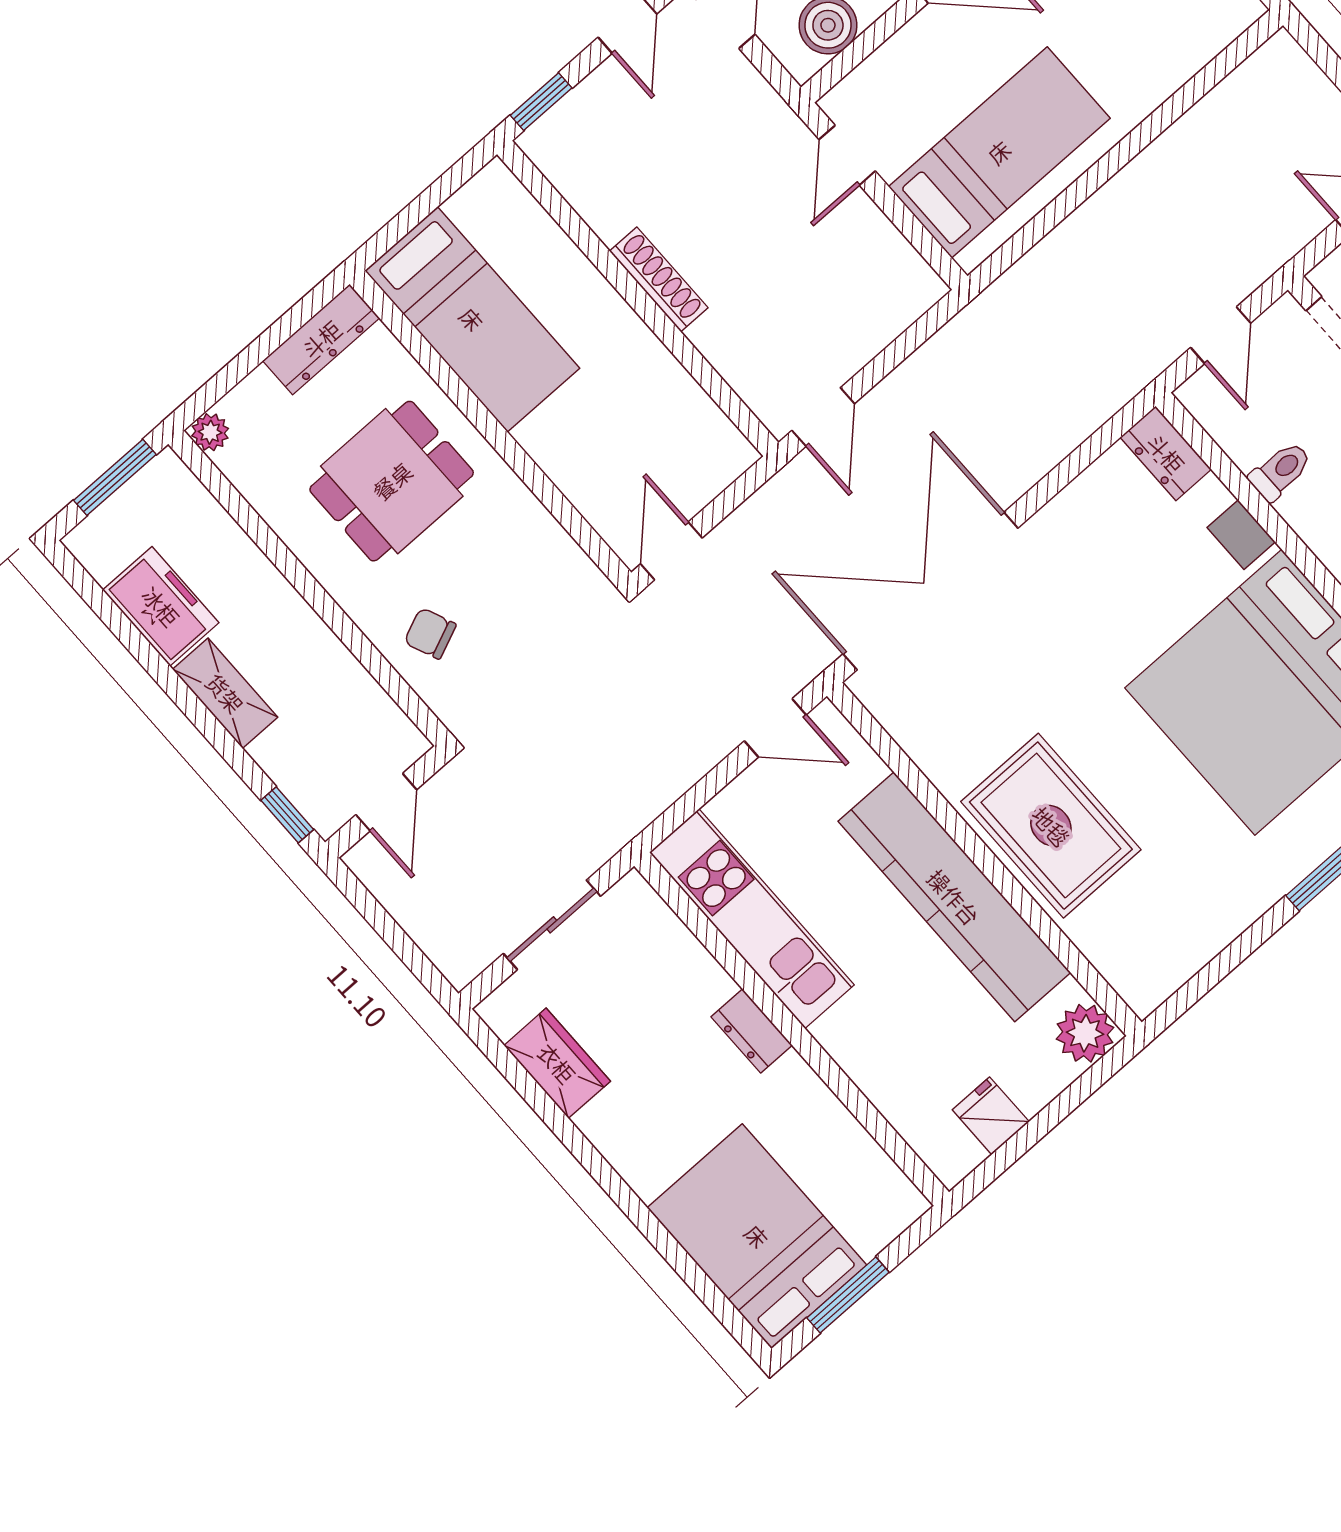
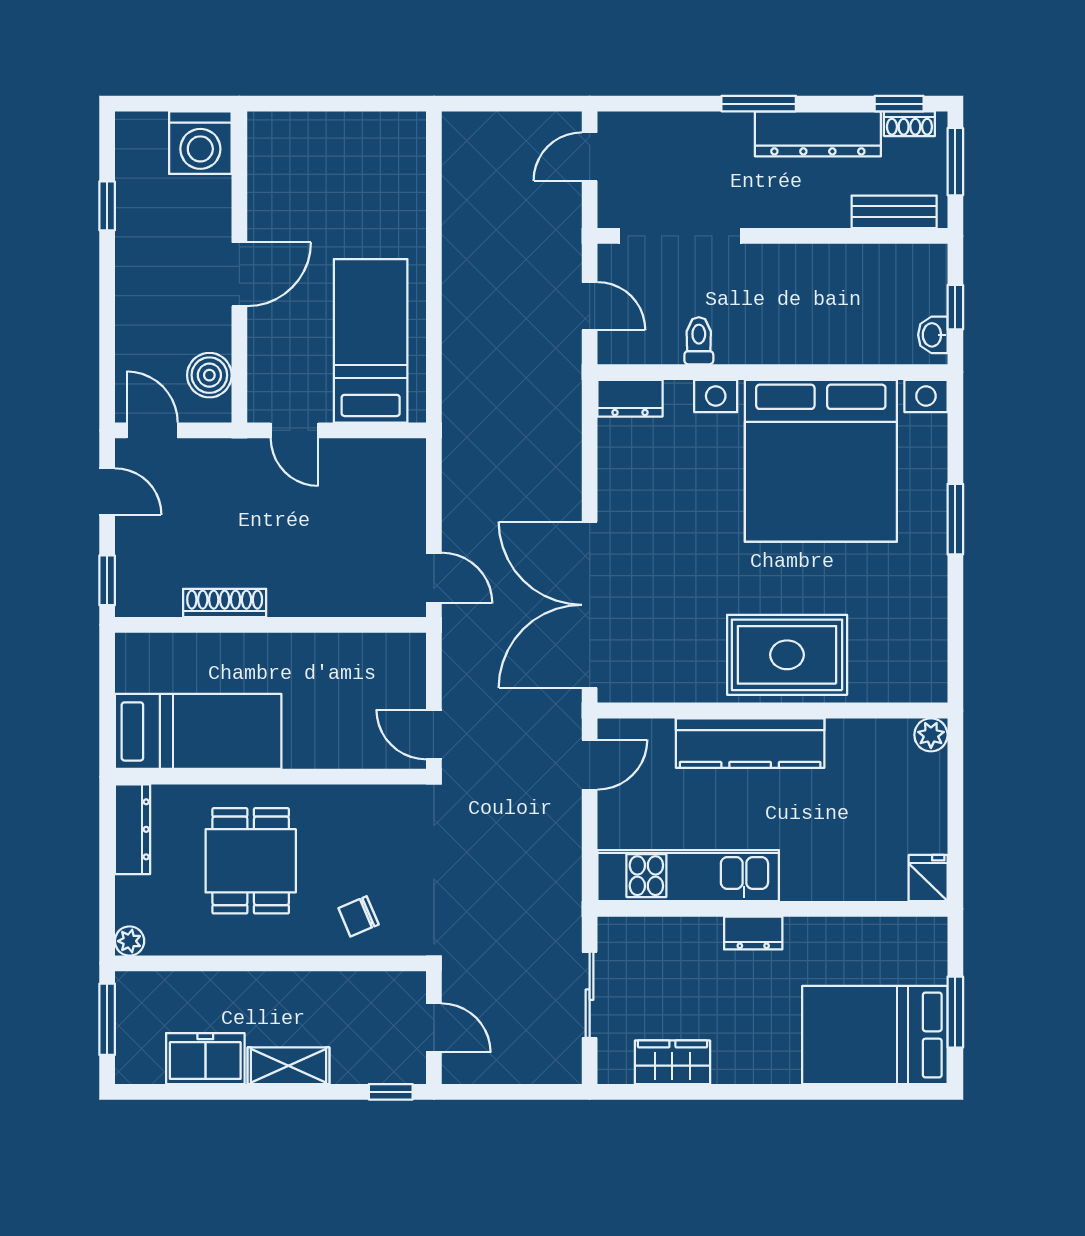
shoe rack: (659, 279) -> (225, 603), moved
kitchen counter: (954, 897) -> (750, 743), width x0.72, depth x0.86
plant: (1085, 1033) -> (931, 735), width x0.73, depth x0.73
fridge: (991, 1116) -> (928, 878), moved, turned 90

